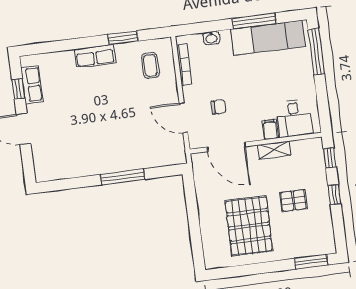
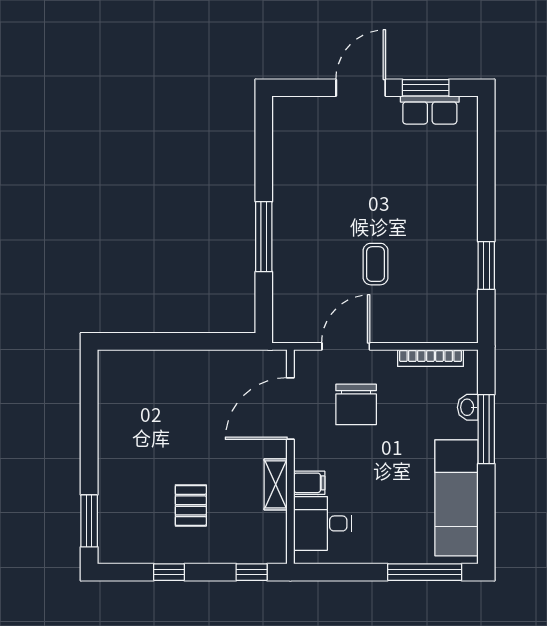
window: (254, 21) -> (486, 429), moved
row of seats: (95, 56) -> (463, 217), removed
coffee table: (150, 65) -> (376, 264), moved, turned 90
window: (18, 89) -> (426, 88), width x1.50
chair: (218, 107) -> (356, 404), width x1.87, depth x1.87
window: (334, 195) -> (169, 572), moved
pallet: (249, 226) -> (159, 429), removed

